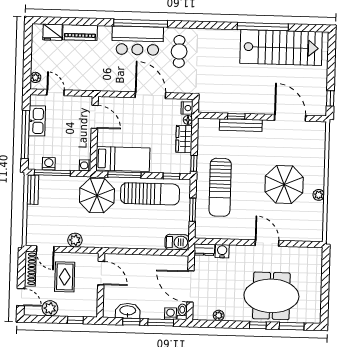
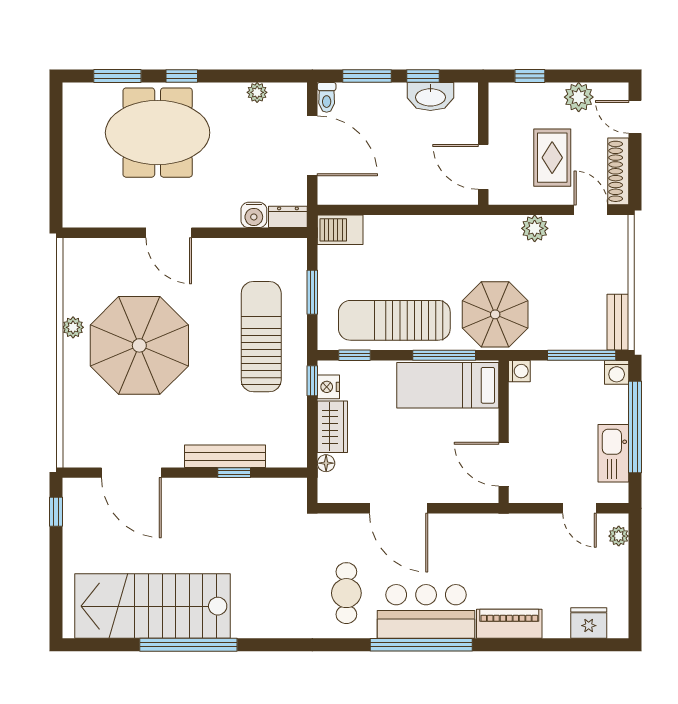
piano: (80, 33) -> (509, 624), moved
nightstand: (187, 108) -> (328, 387), moved
washing machine: (49, 164) -> (617, 372), moved
parasol: (284, 184) -> (139, 345), width x1.36, depth x1.36
washing machine: (170, 314) -> (349, 93), removed

